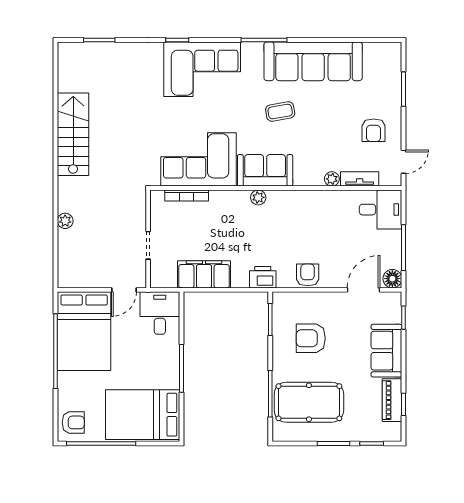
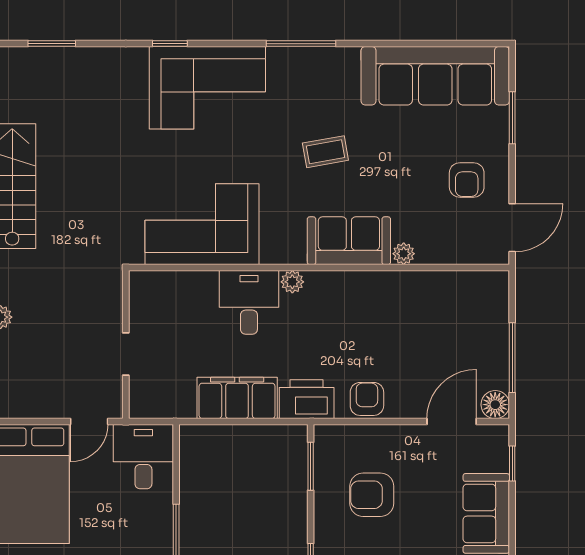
sofa: (313, 61) -> (435, 76), moved
door: (404, 162) -> (512, 228), width x1.38
sofa: (265, 170) -> (349, 241), moved
tv unit: (360, 179) -> (446, 254), removed
bookcase: (187, 196) -> (184, 279), removed
desk: (381, 210) -> (249, 302), moved, turned -90
filing cabinet: (204, 274) -> (237, 398), moved
printer: (263, 277) -> (307, 399), width x1.37, depth x1.19

